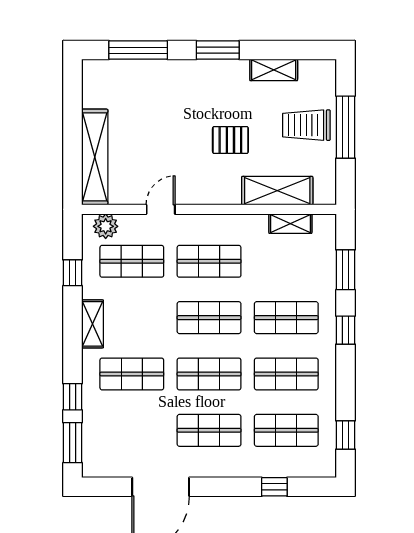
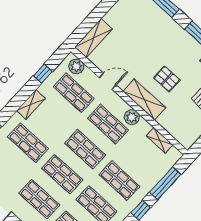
shelving: (95, 157) -> (94, 38), width x0.68
shelving: (277, 191) -> (144, 99), moved
plant: (230, 226) -> (132, 117), added
window: (346, 270) -> (165, 183), width x1.44

